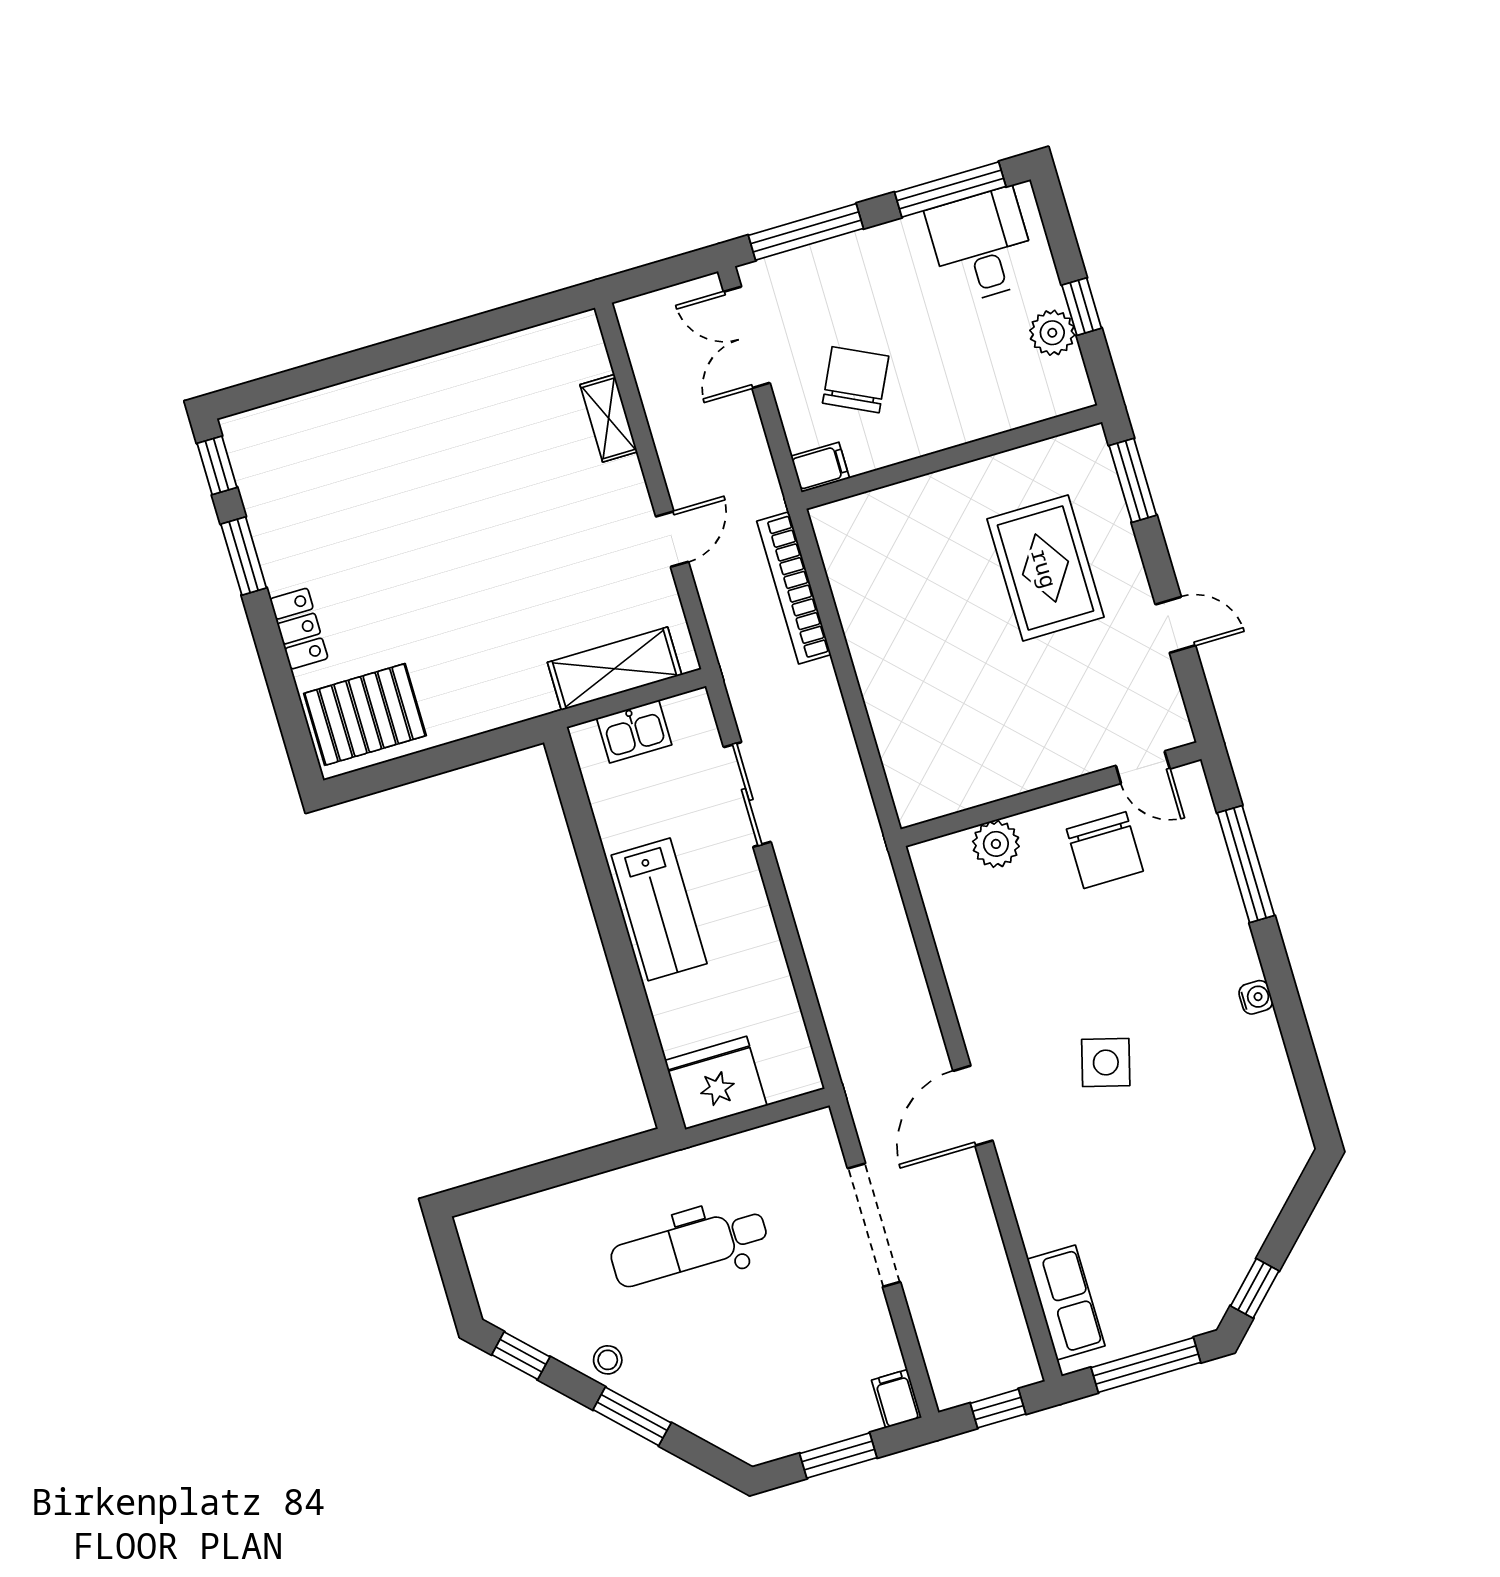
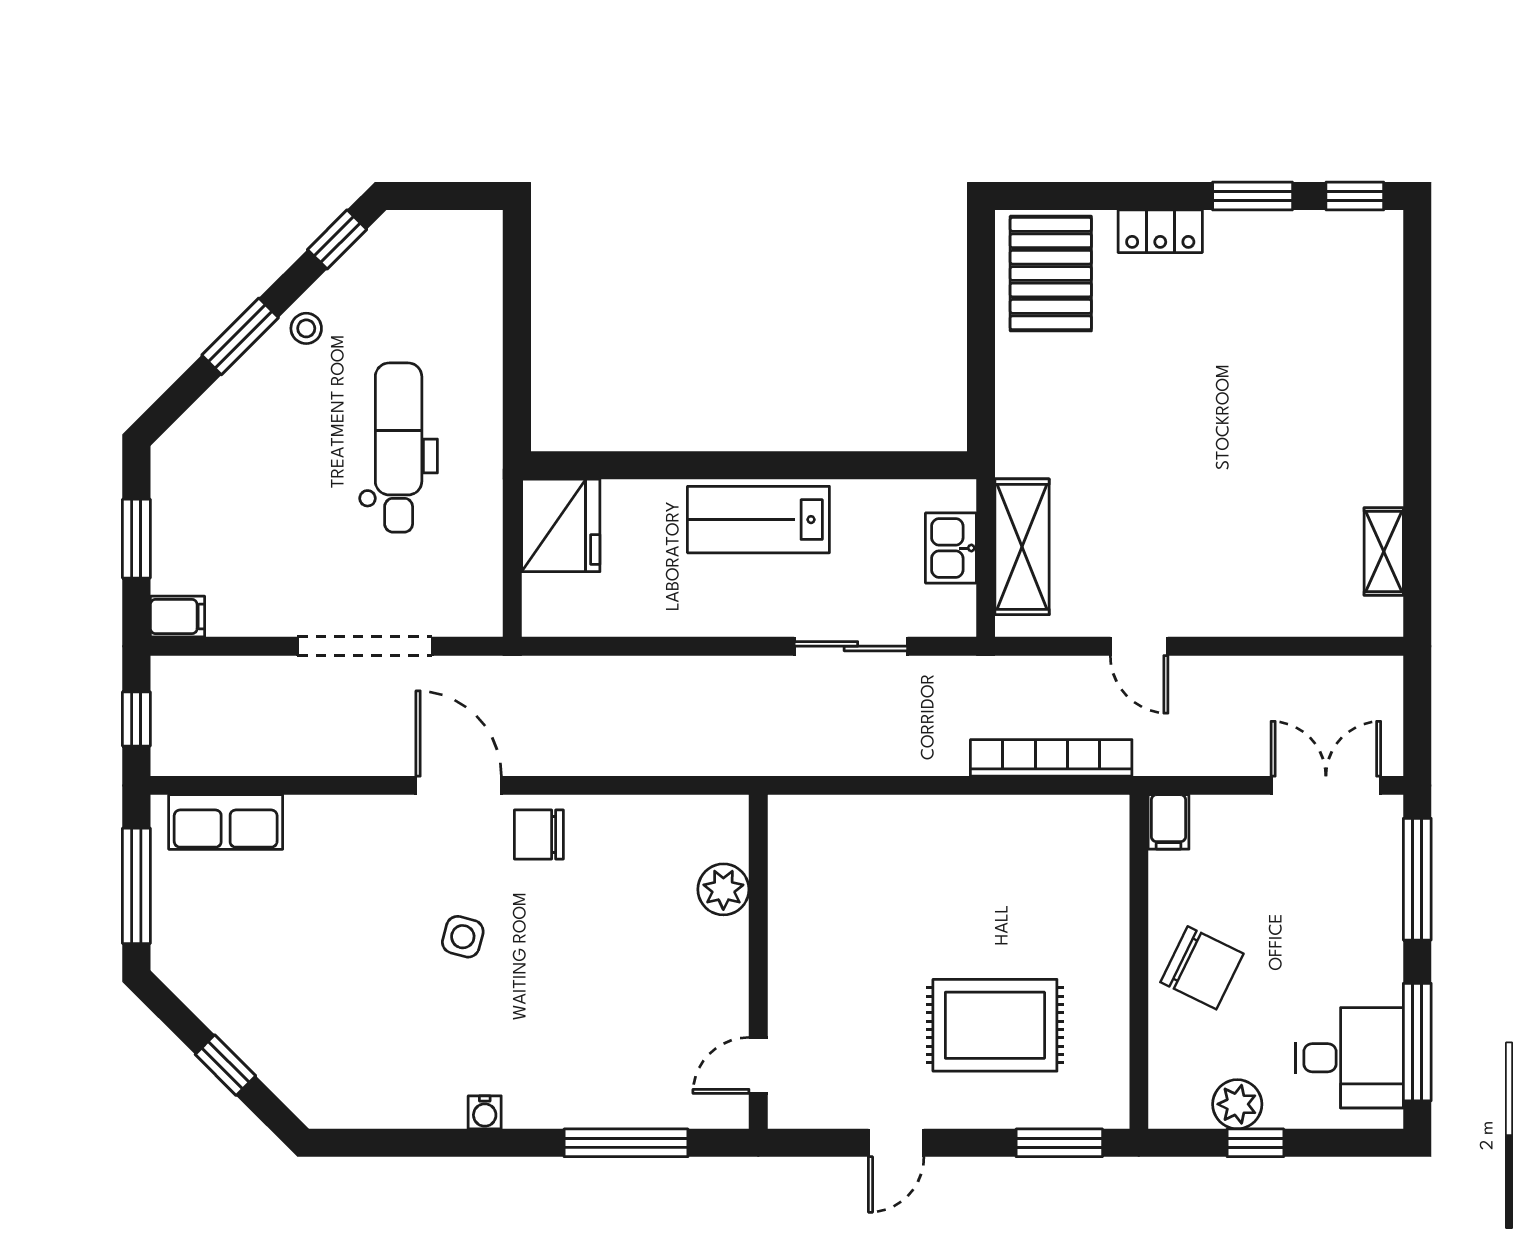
chair: (856, 380) -> (1202, 968), moved
shelving: (609, 418) -> (1384, 551), moved, turned 90
chair: (1105, 850) -> (539, 834), moved, width x0.73, depth x0.73
side table: (1106, 1063) -> (463, 937), width x0.73, depth x0.73
window: (1255, 1288) -> (225, 1065), moved

